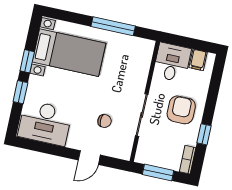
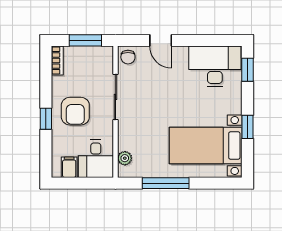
plant: (145, 57) -> (125, 158), added
window: (20, 92) -> (247, 70), moved
chair: (105, 121) -> (128, 57), moved, turned -90
window: (204, 134) -> (46, 119), moved
door: (89, 158) -> (161, 40), swing flipped

